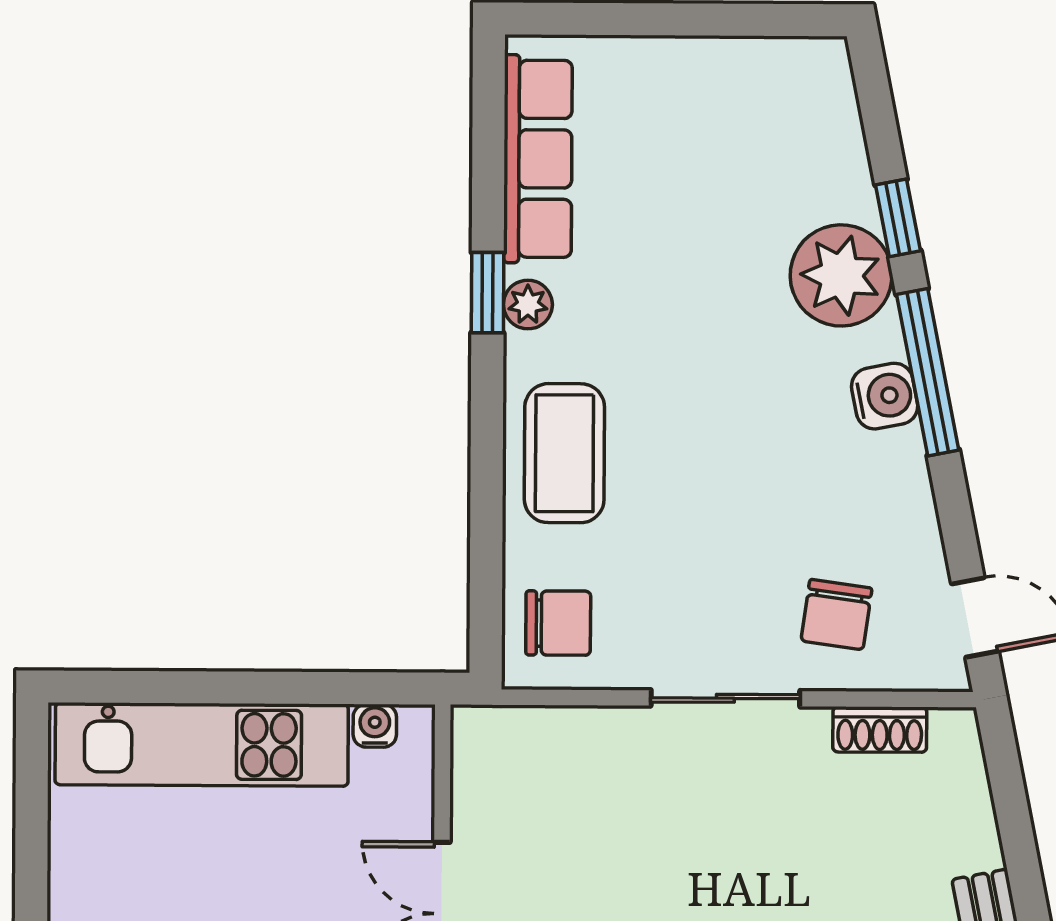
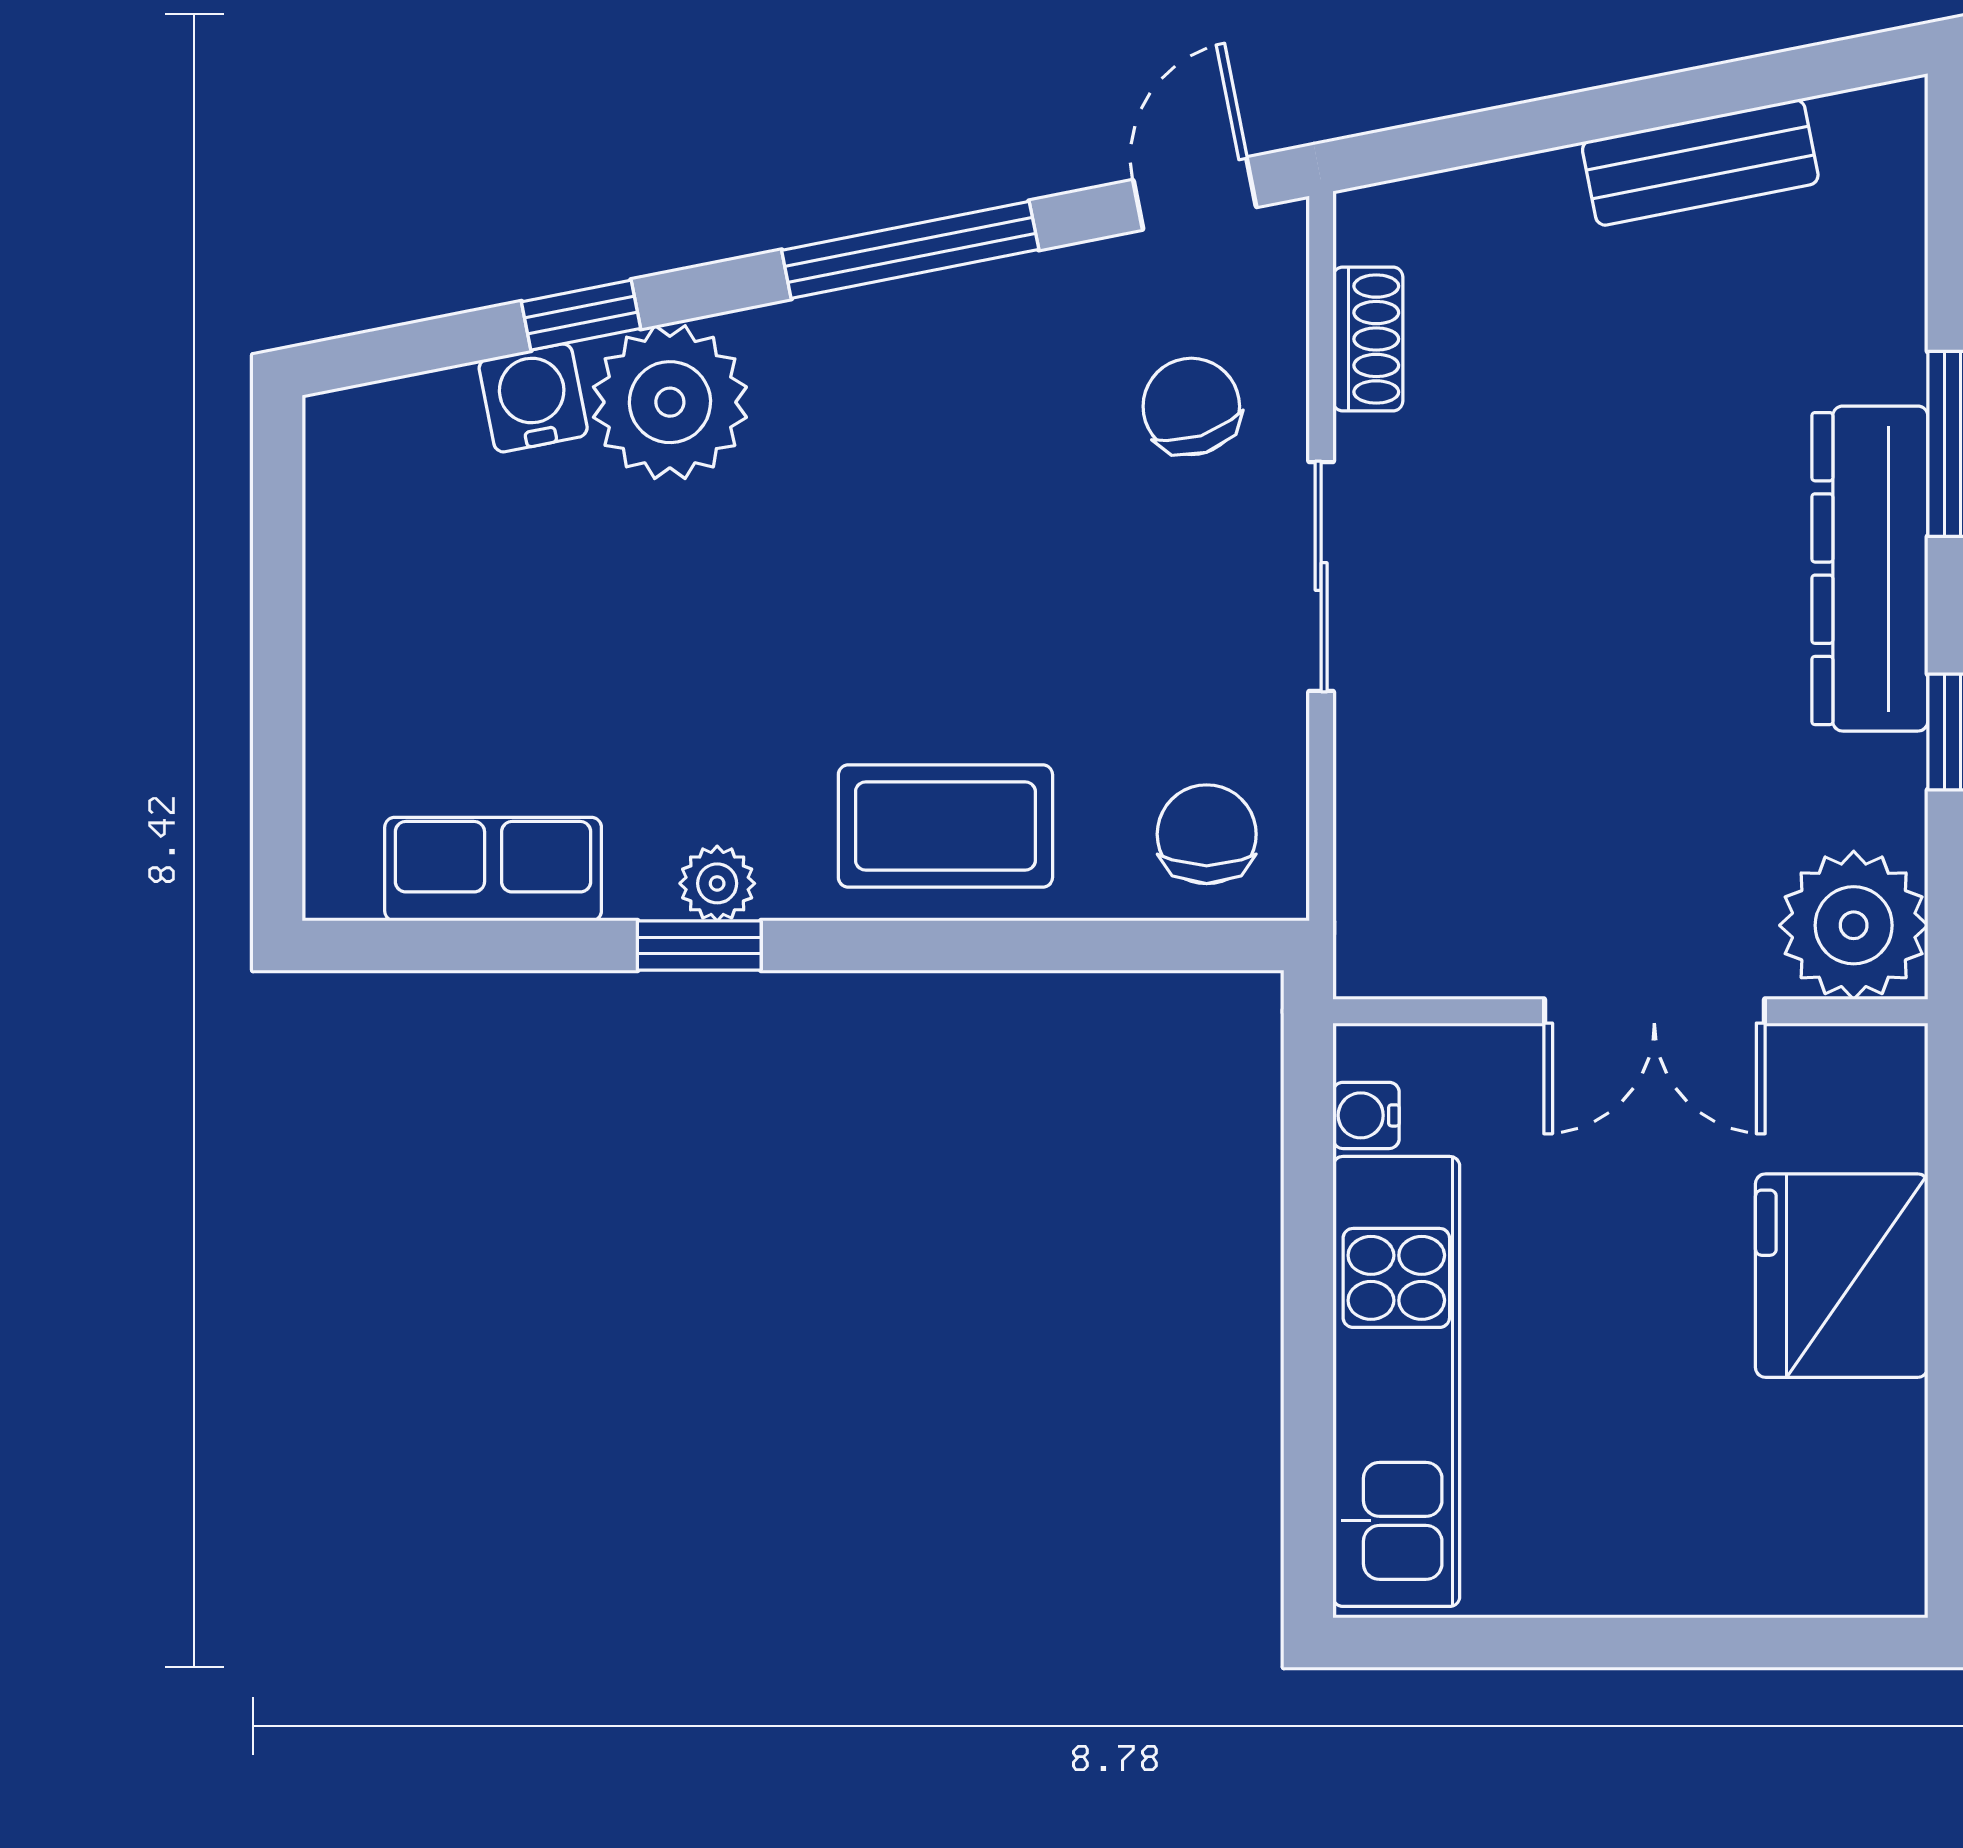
row of seats: (538, 159) -> (493, 869), width x0.68
window: (928, 372) -> (910, 250), moved
water cooler: (885, 396) -> (533, 398), moved
chair: (836, 615) -> (1191, 406), turned -116

